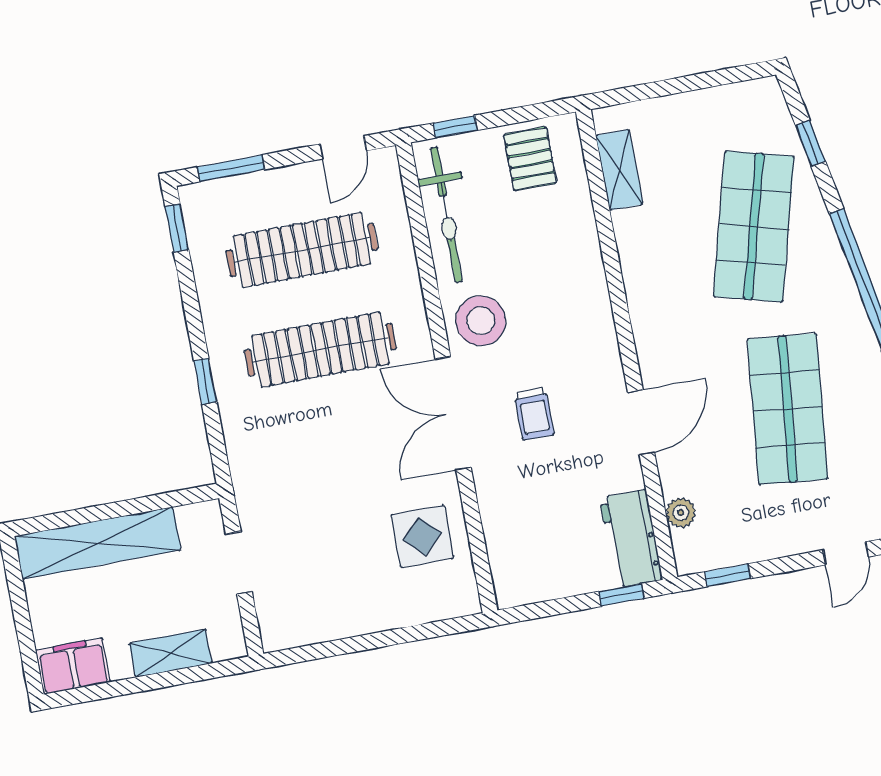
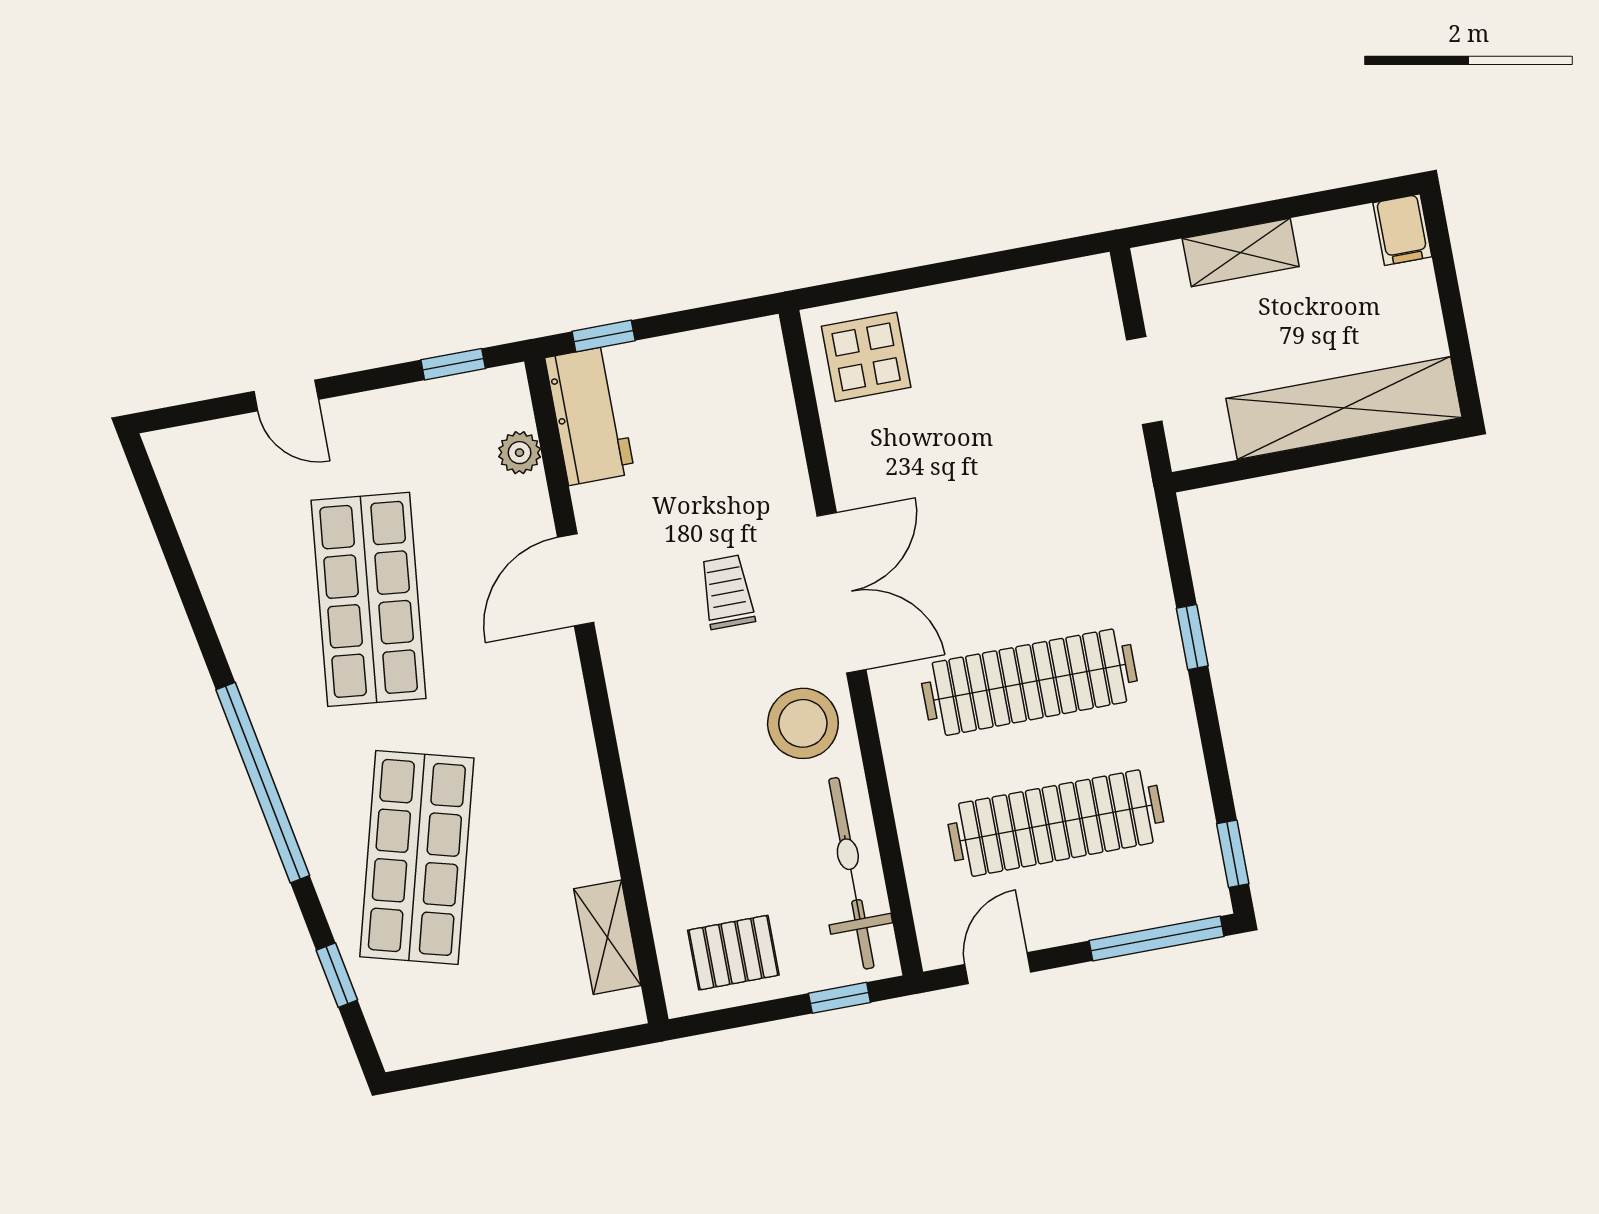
pallet: (530, 159) -> (733, 953), turned 90
window: (231, 168) -> (1156, 938), width x1.44
display table: (422, 536) -> (866, 357), moved
door: (846, 553) -> (286, 395), swing flipped
filing cabinet: (73, 666) -> (1402, 230), width x0.50

